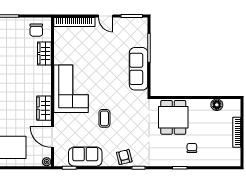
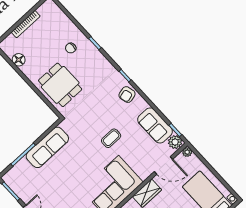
dining table: (173, 117) -> (60, 85), turned 90
door: (52, 137) -> (163, 165), hinge flipped
plant: (61, 160) -> (175, 142), added

